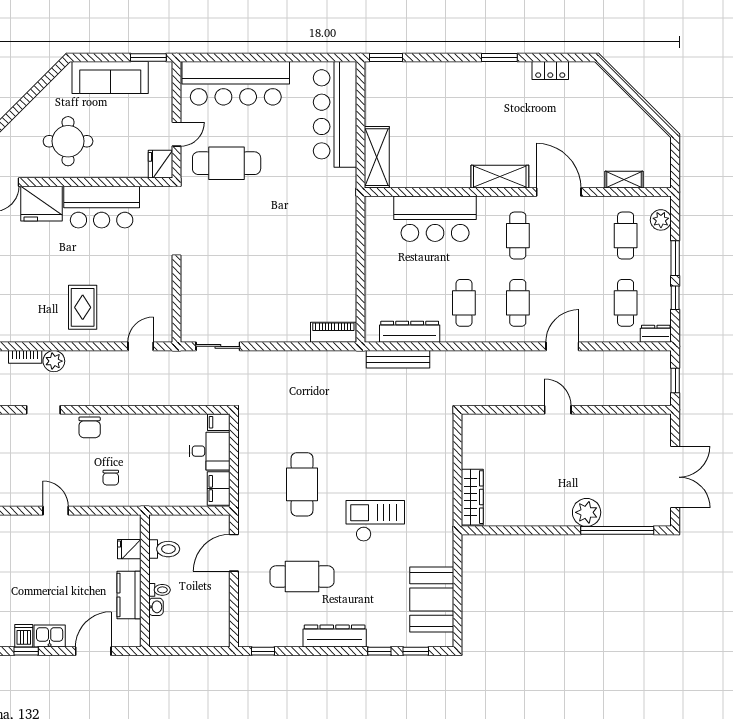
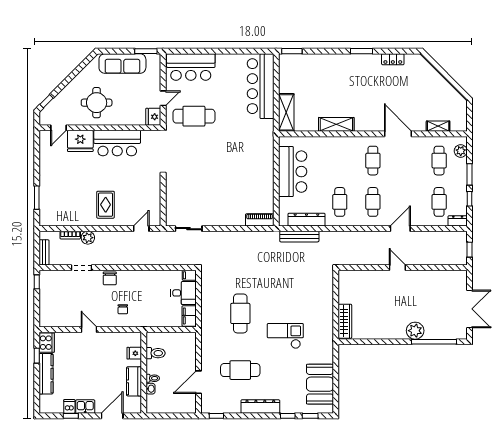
bar counter: (236, 83) -> (191, 67), width x0.73
shelving: (500, 177) -> (336, 124), moved
bar counter: (435, 219) -> (293, 172), moved, turned -90
door: (234, 553) -> (198, 382), moved

